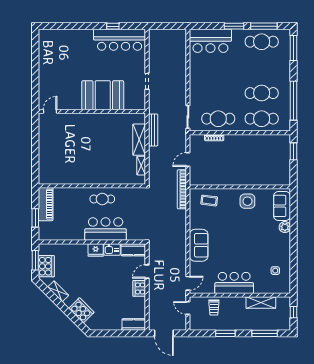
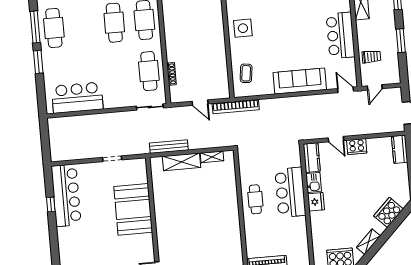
bar counter: (210, 41) -> (77, 98), moved, turned -90
sofa: (199, 245) -> (300, 81), width x1.36

